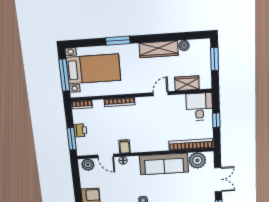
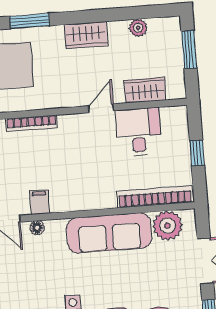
wardrobe: (159, 49) -> (86, 35), width x0.67
desk: (199, 107) -> (138, 132), moved

